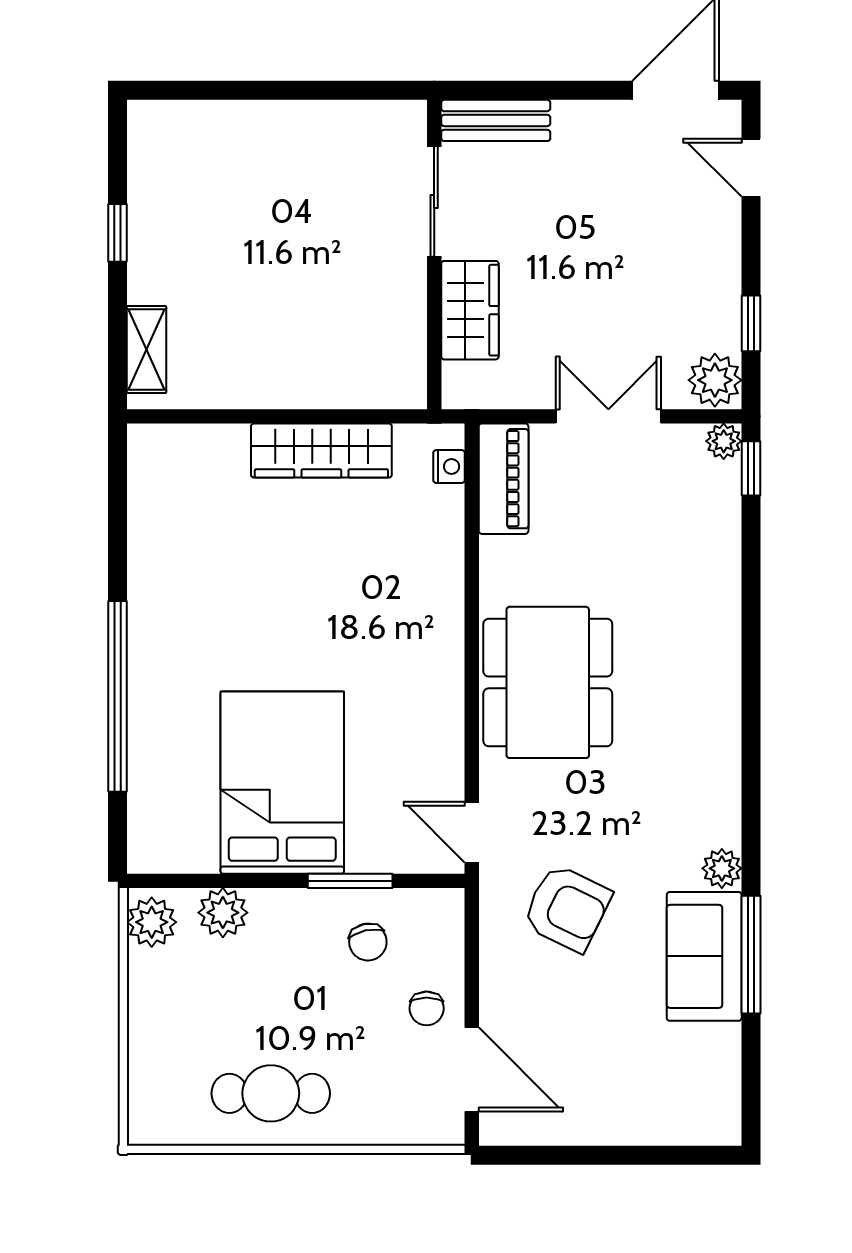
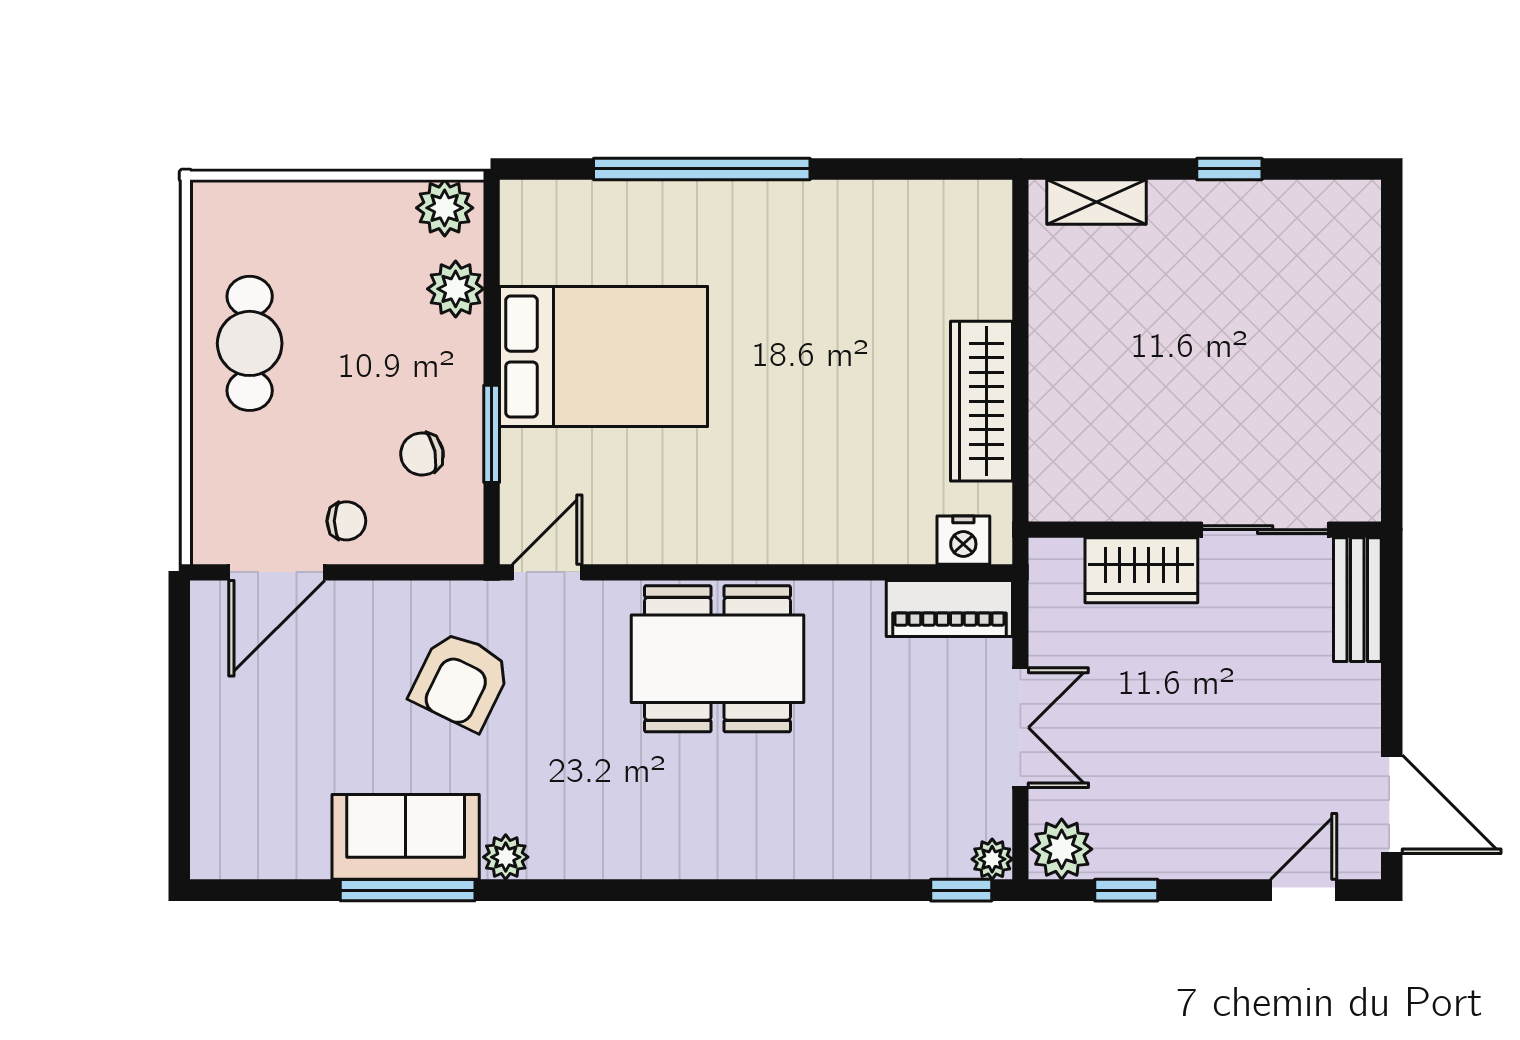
nightstand: (449, 467) -> (963, 540), width x1.39, depth x1.35
chair: (427, 1008) -> (346, 521), turned 180

